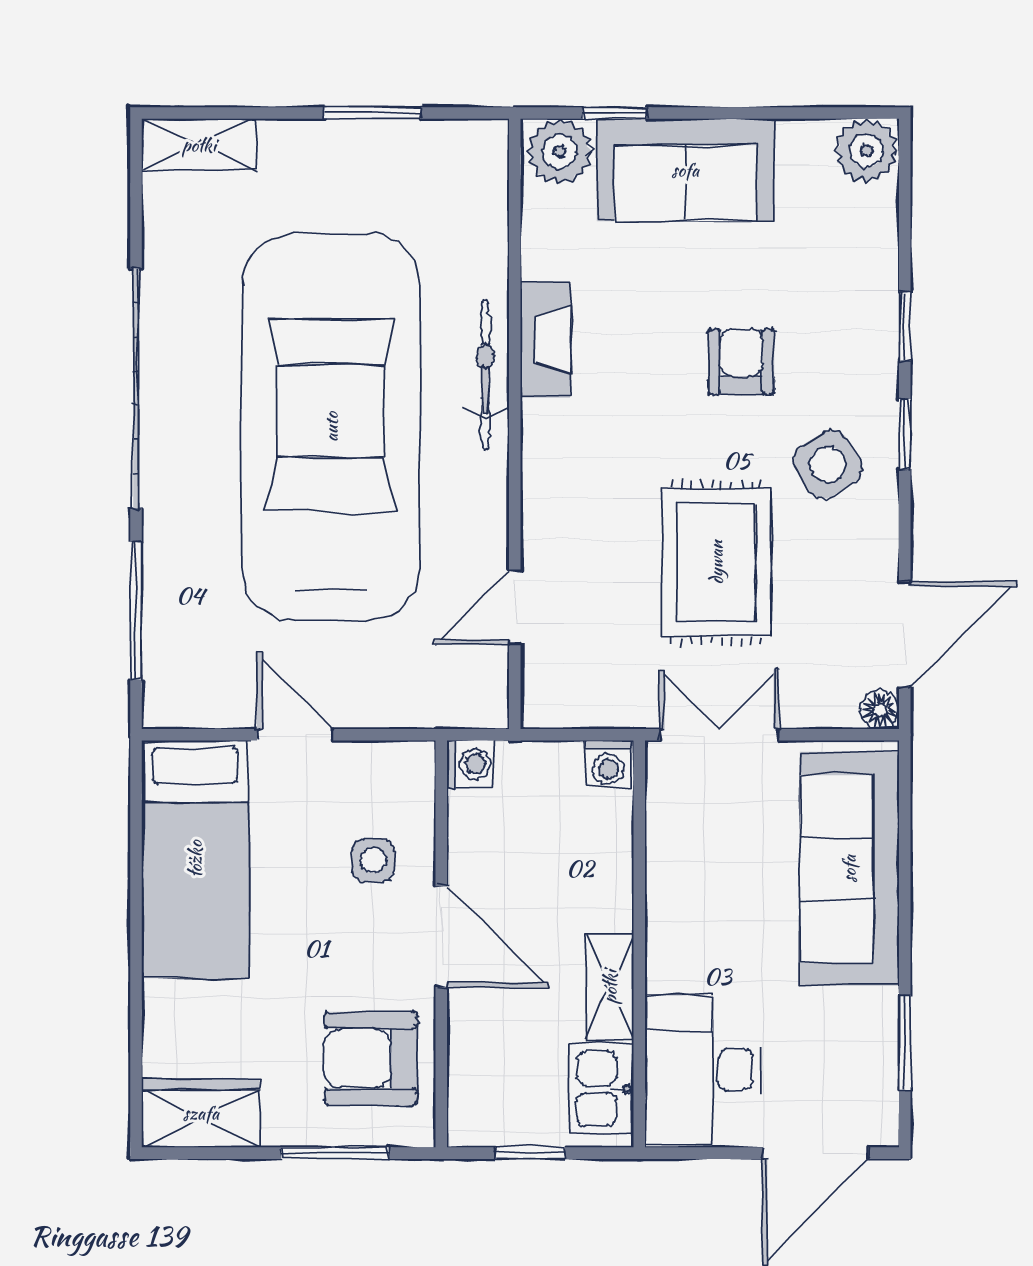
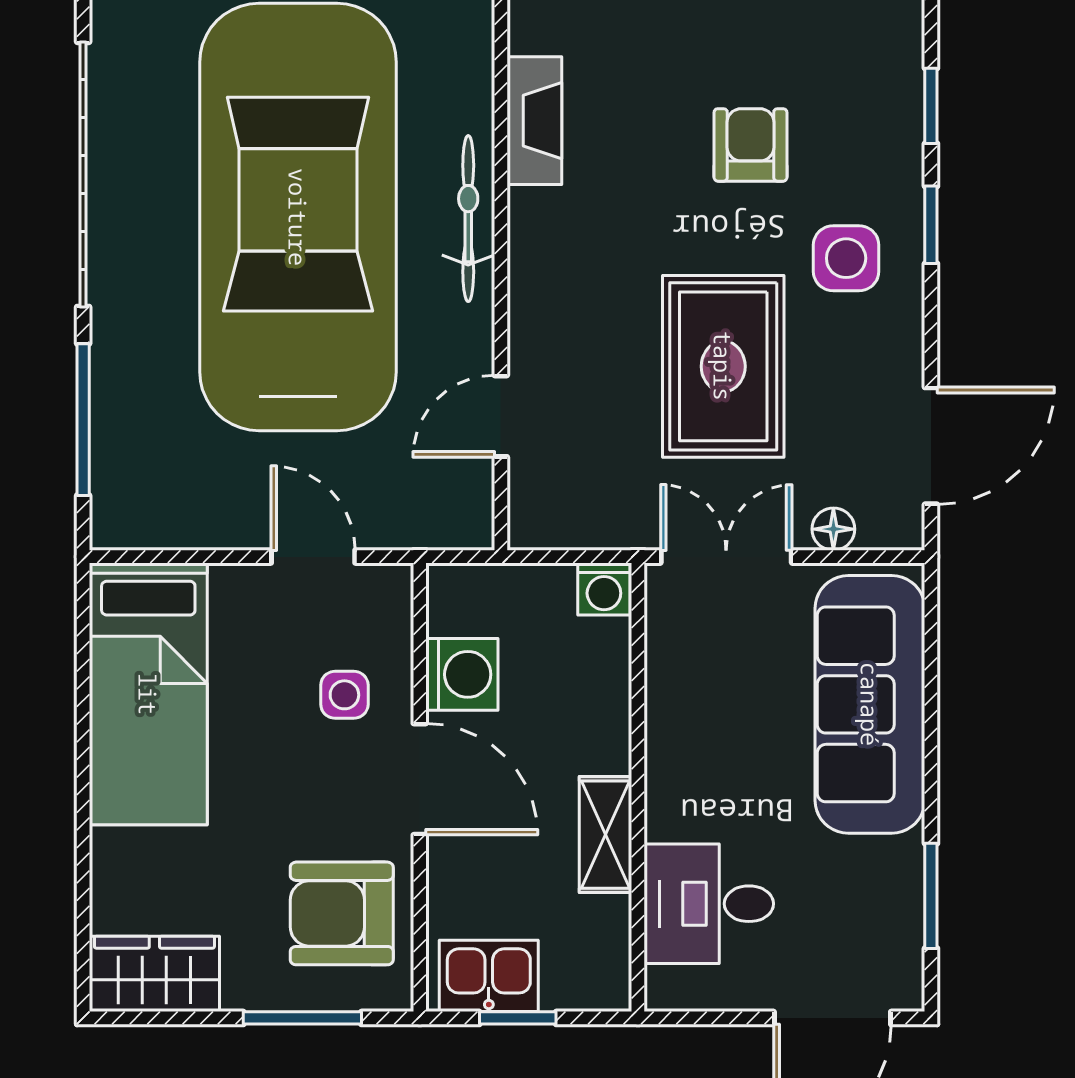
bicycle: (485, 374) -> (468, 219), moved
side table: (828, 464) -> (846, 258), turned 31
floor lamp: (880, 710) -> (833, 529), moved
door: (295, 735) -> (313, 557), moved
washing machine: (471, 764) -> (462, 674), moved, width x1.38, depth x1.38
desk: (703, 1070) -> (709, 904), width x0.73
kitchen sink: (601, 1089) -> (489, 976), moved, turned 90

